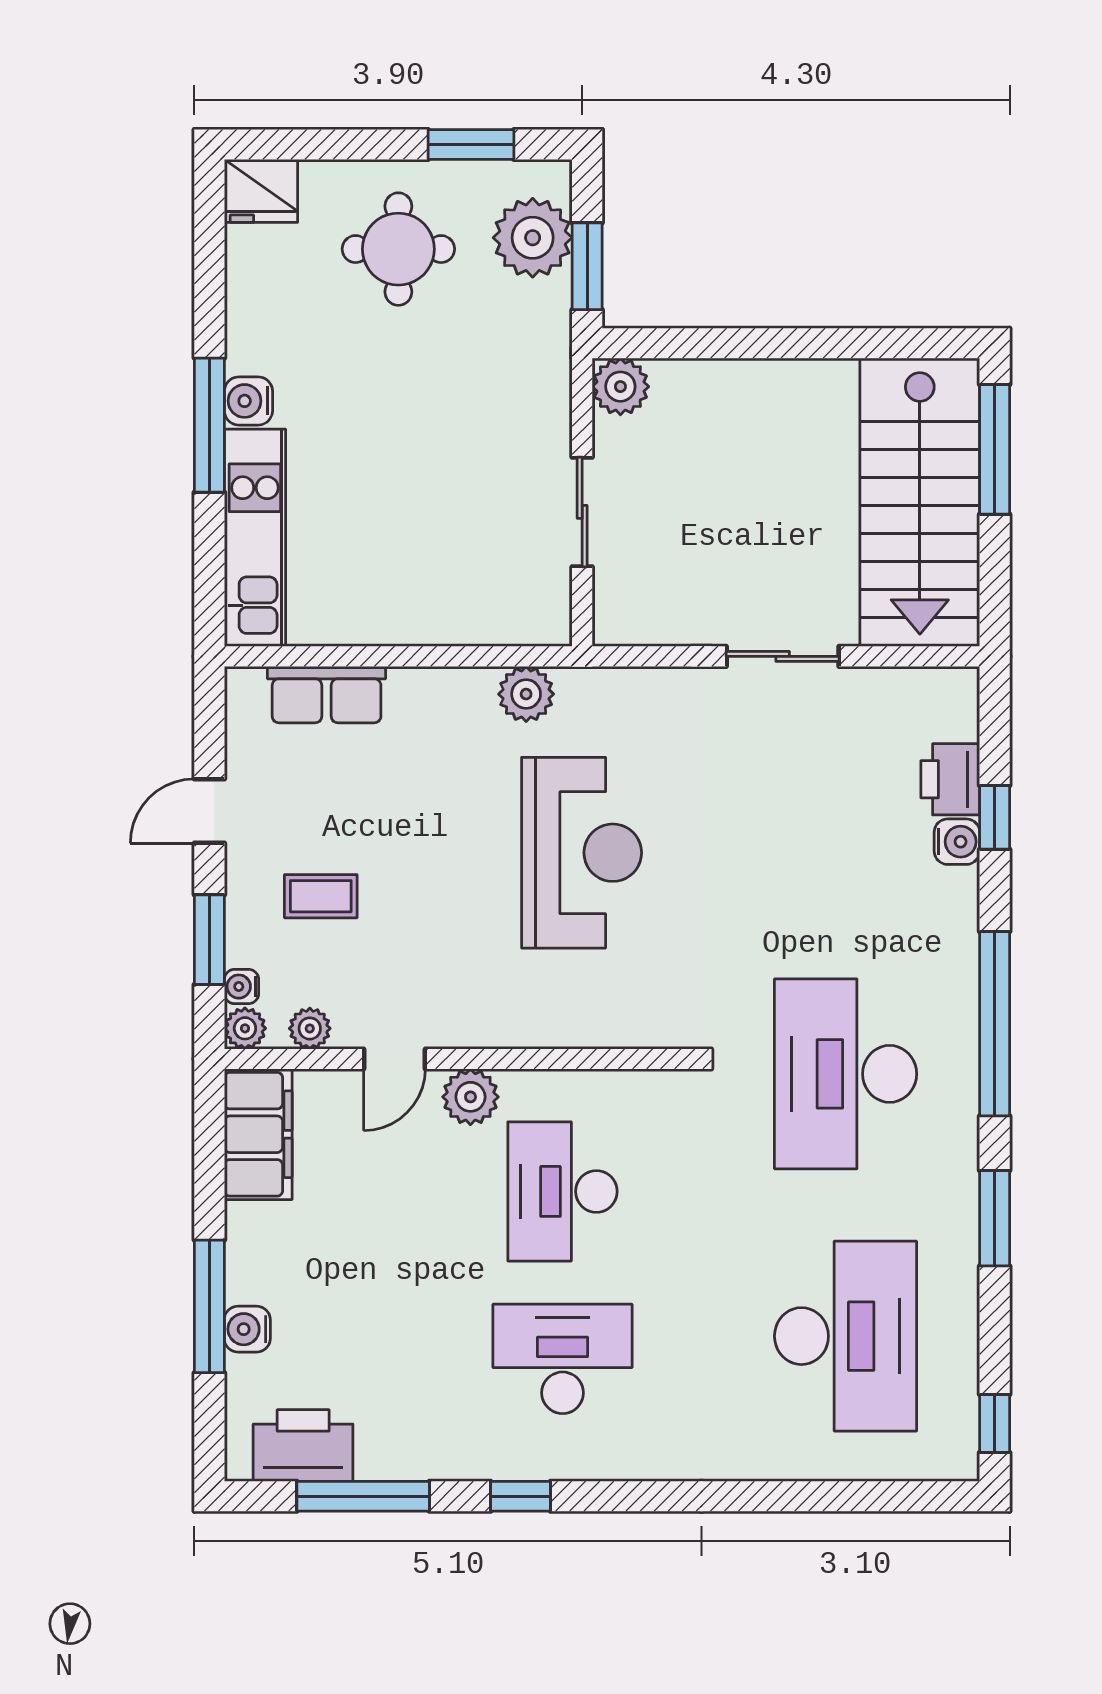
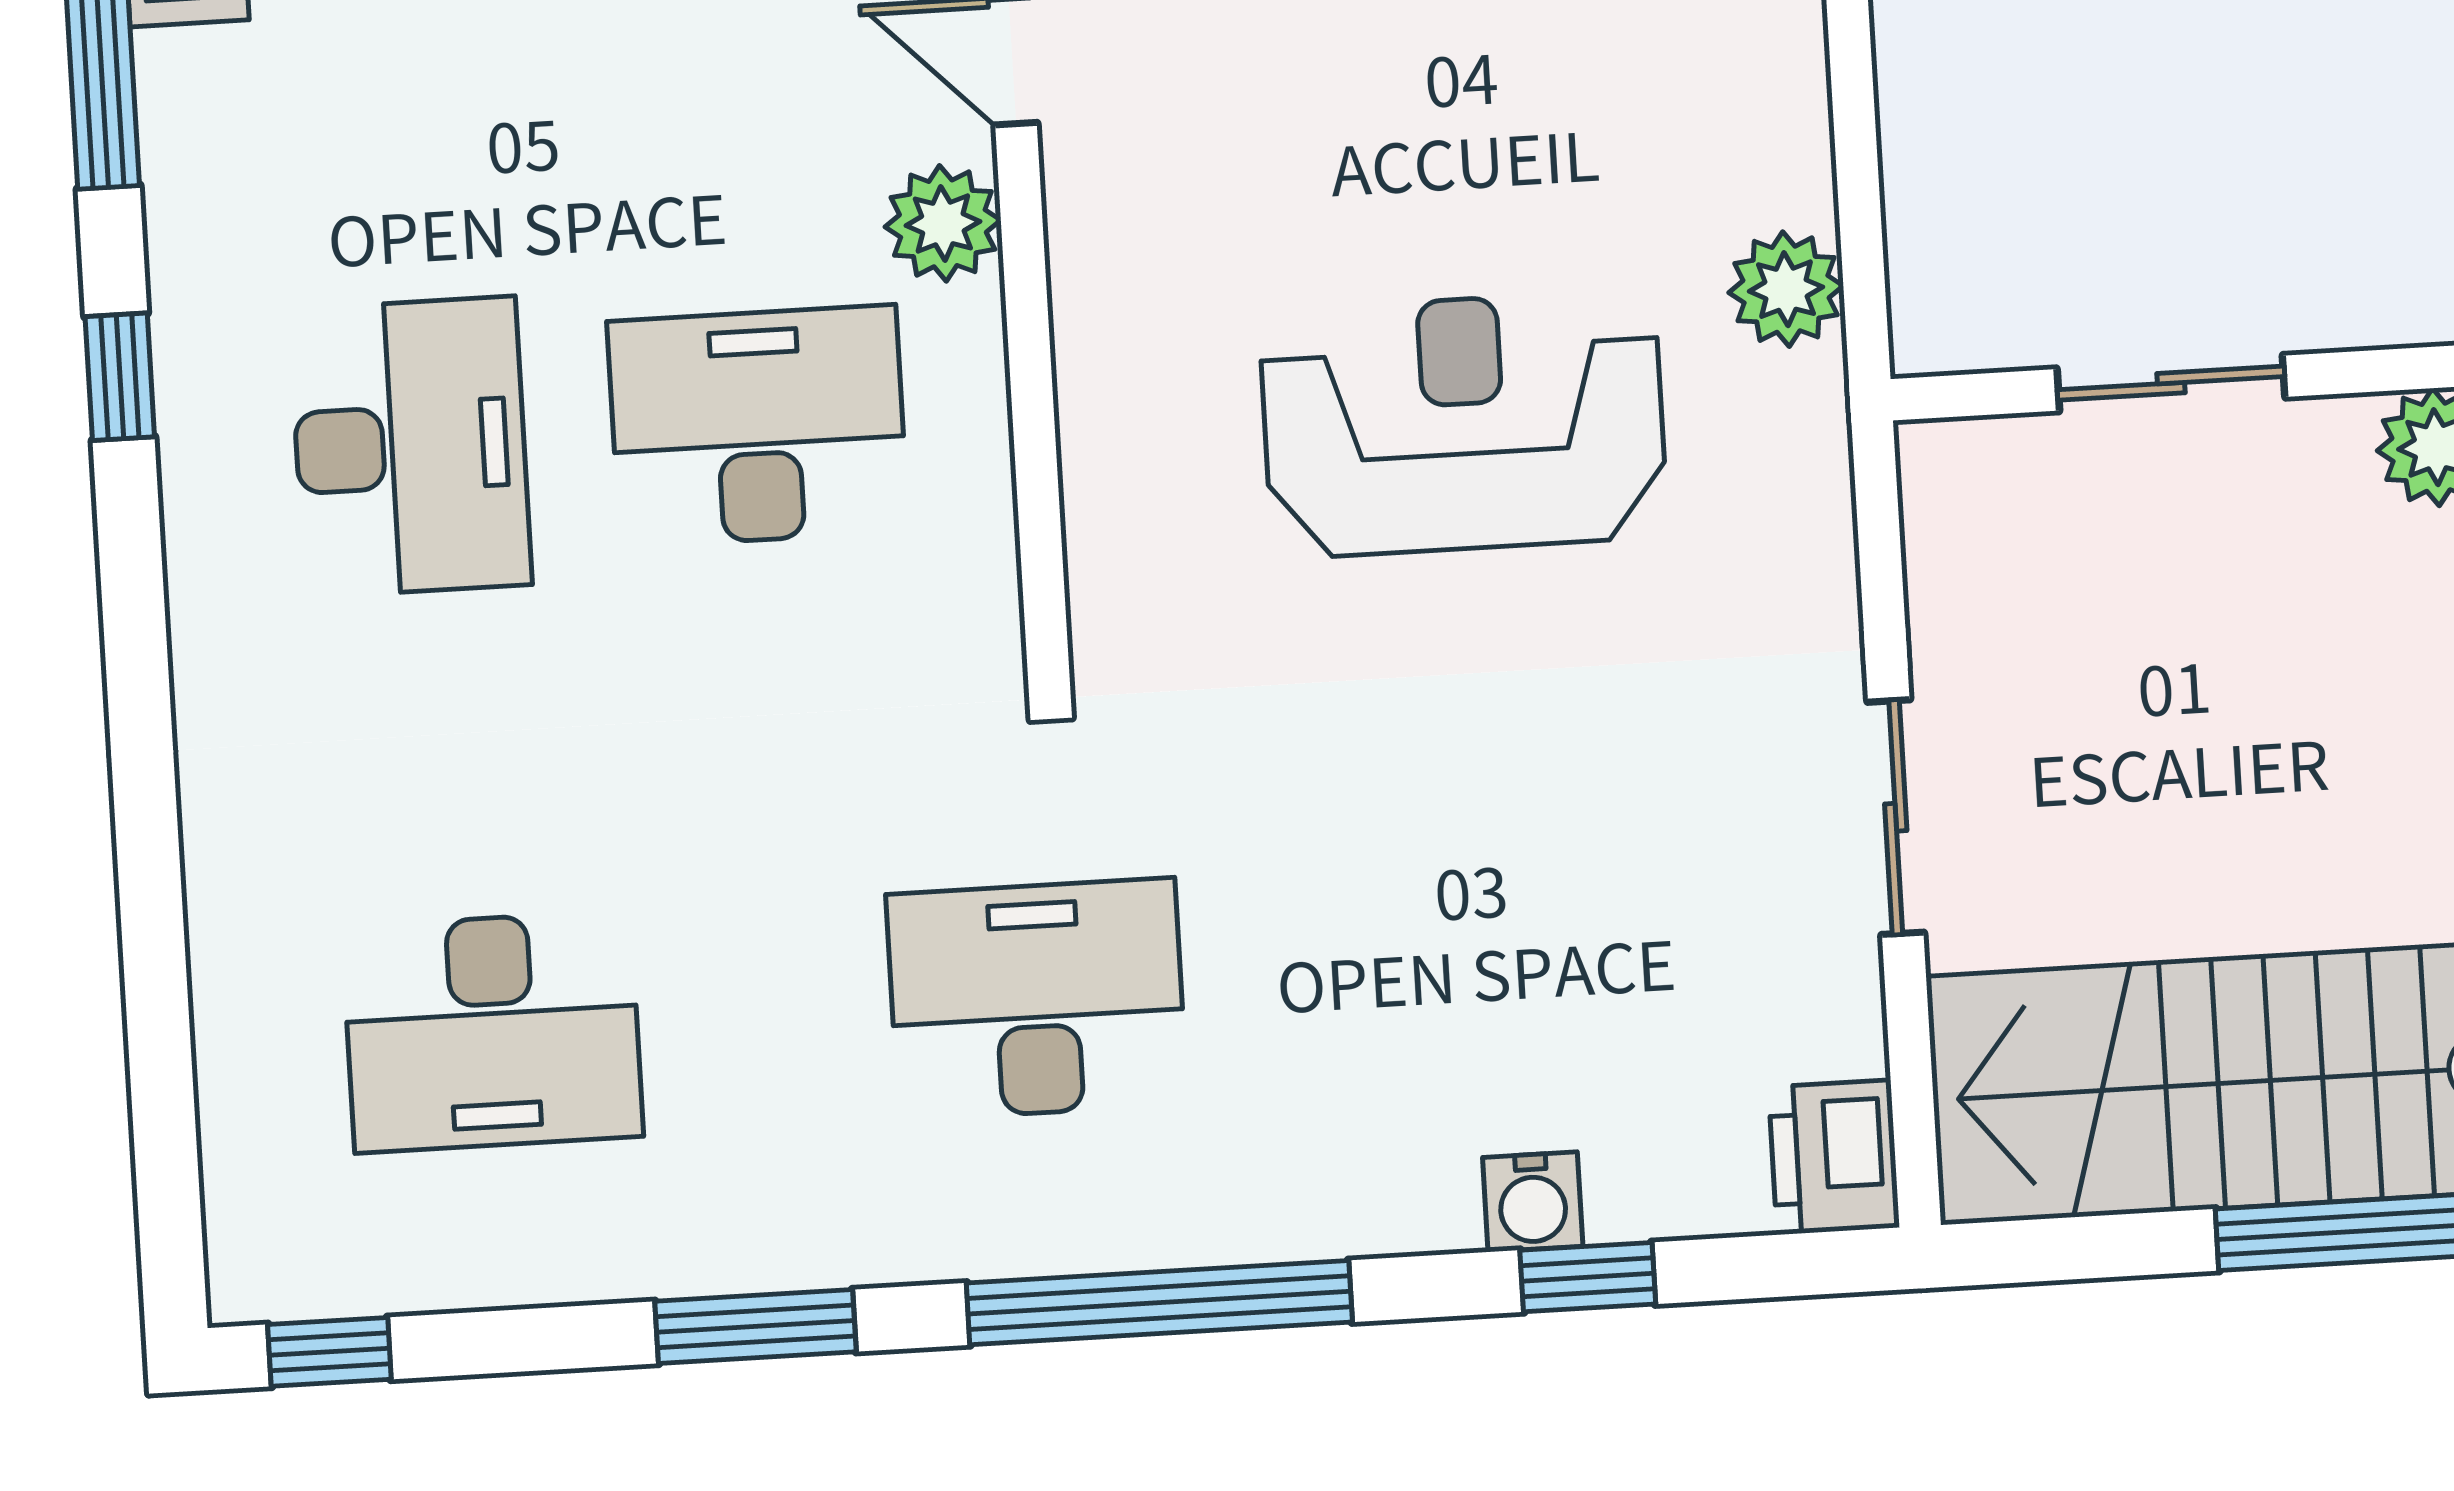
printer: (950, 779) -> (1834, 1157), moved, turned -90
reception desk: (582, 853) -> (1463, 424), turned 180
desk: (846, 1074) -> (1037, 999), width x0.73, depth x0.77
desk: (846, 1336) -> (492, 1032), width x0.73, depth x0.77

